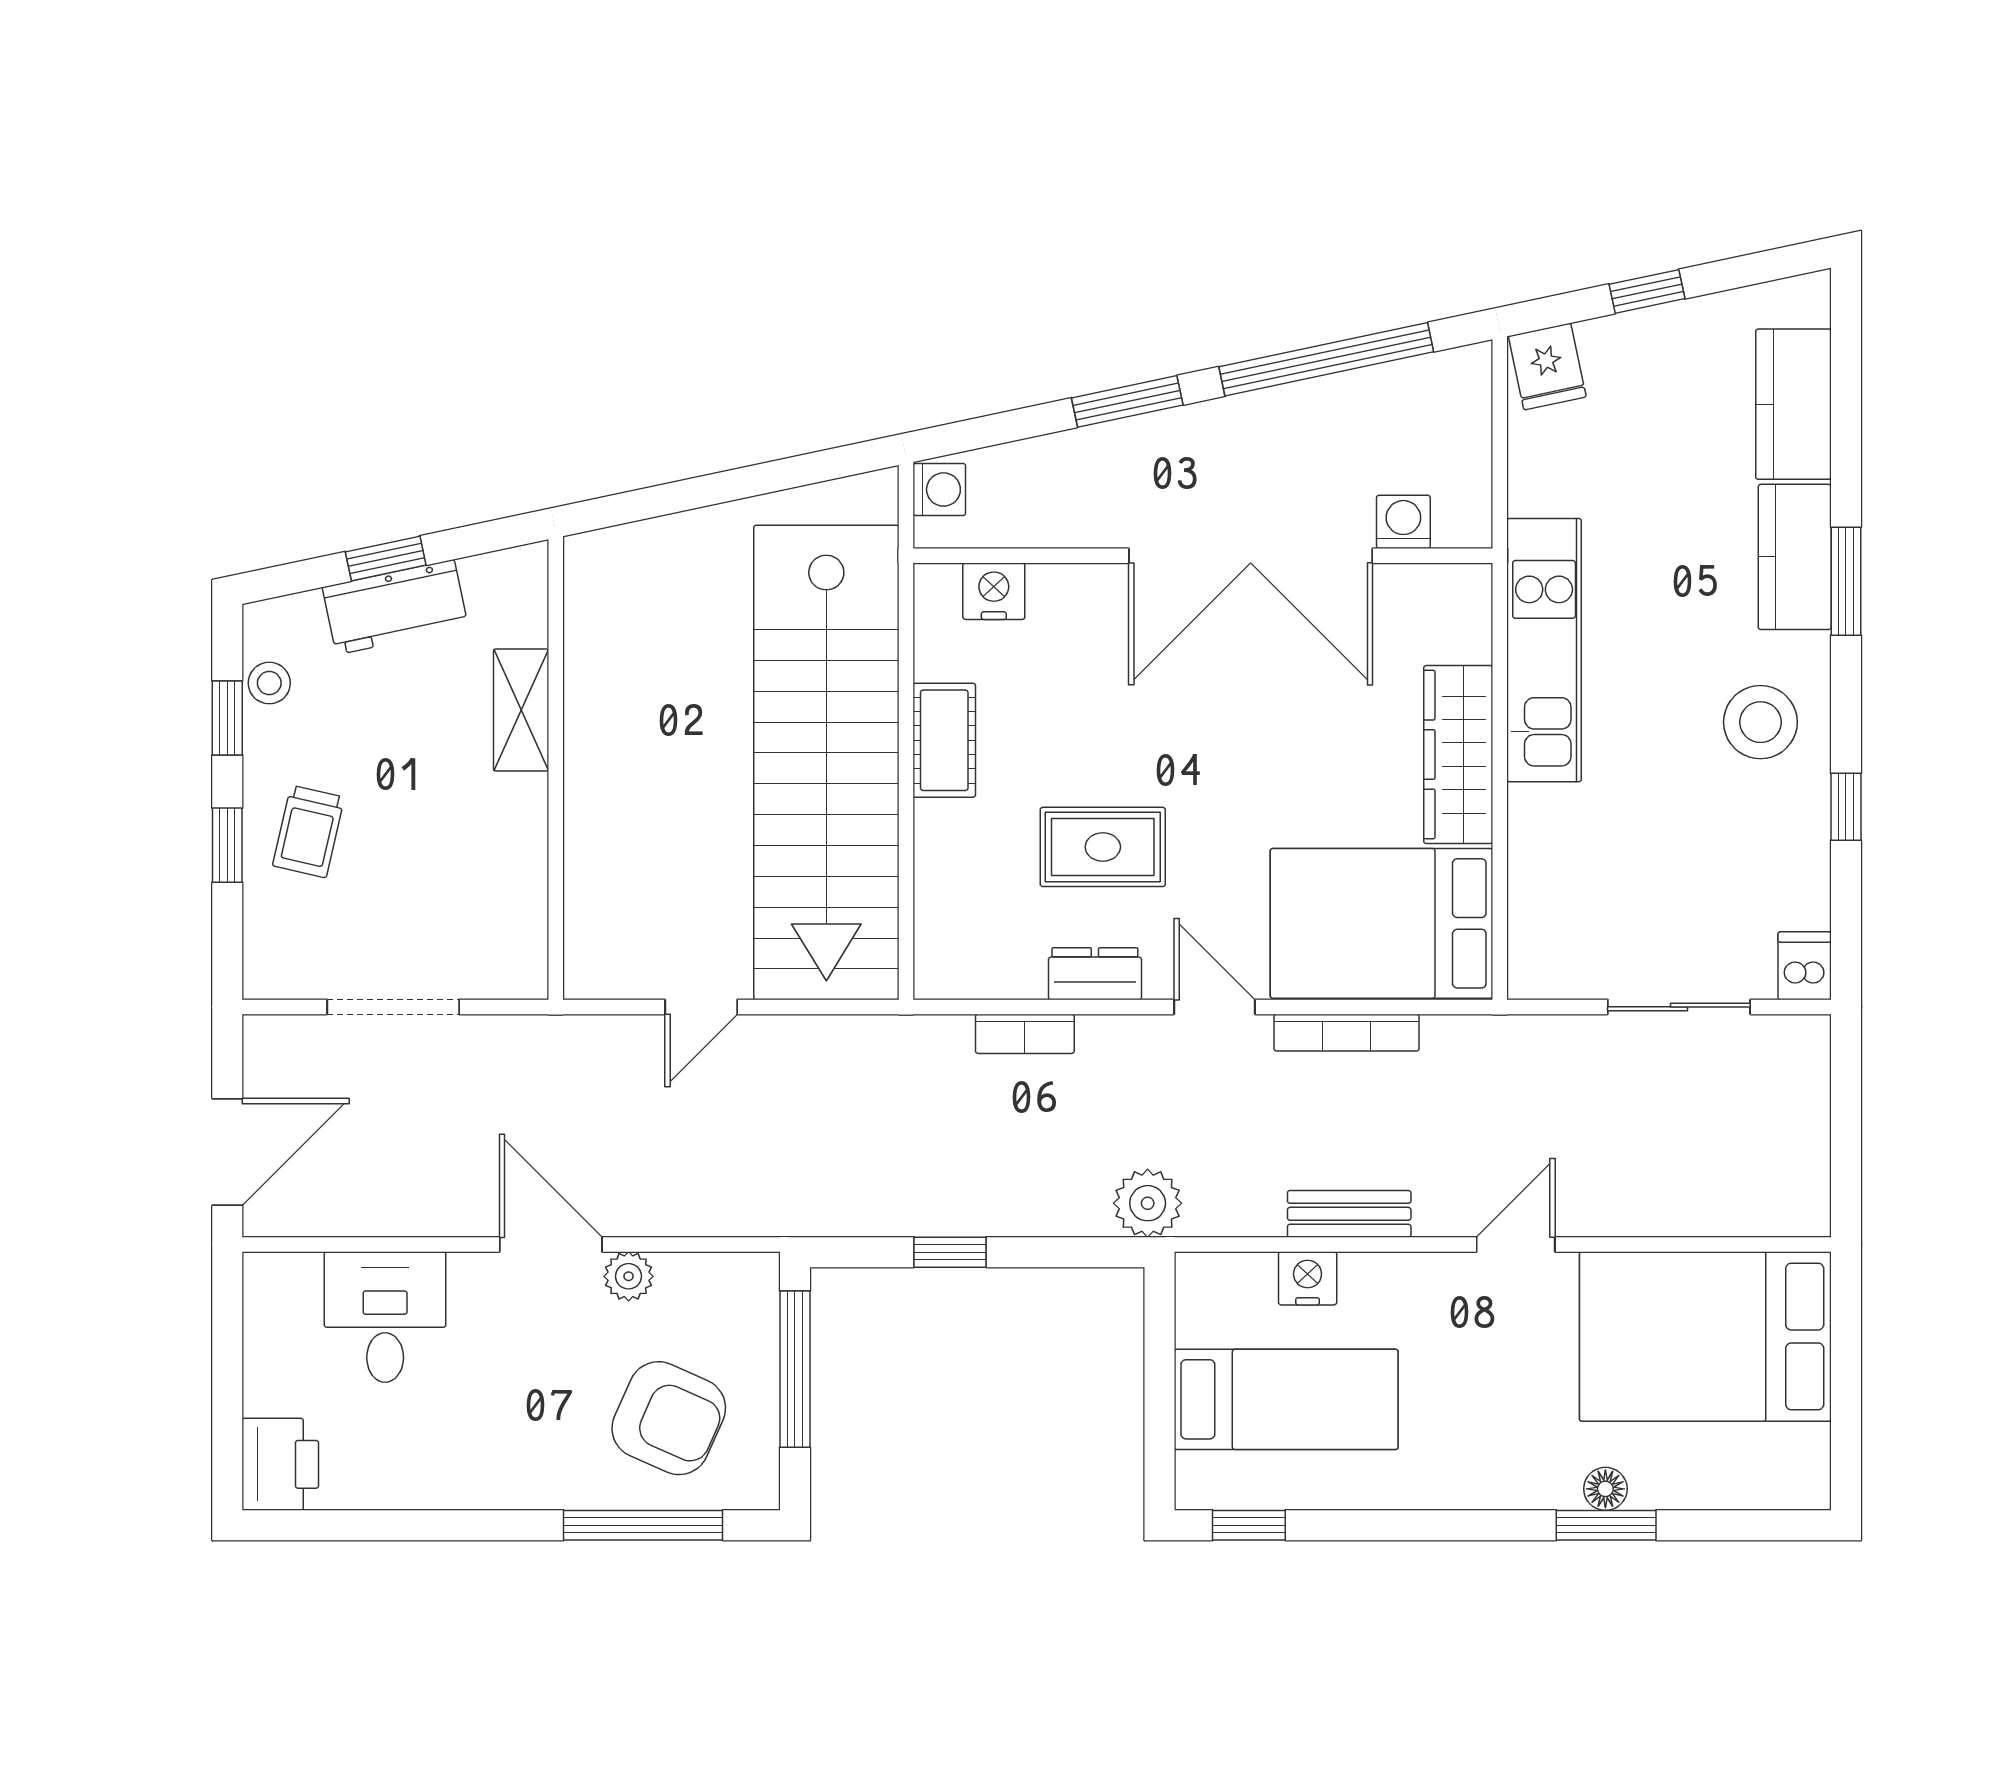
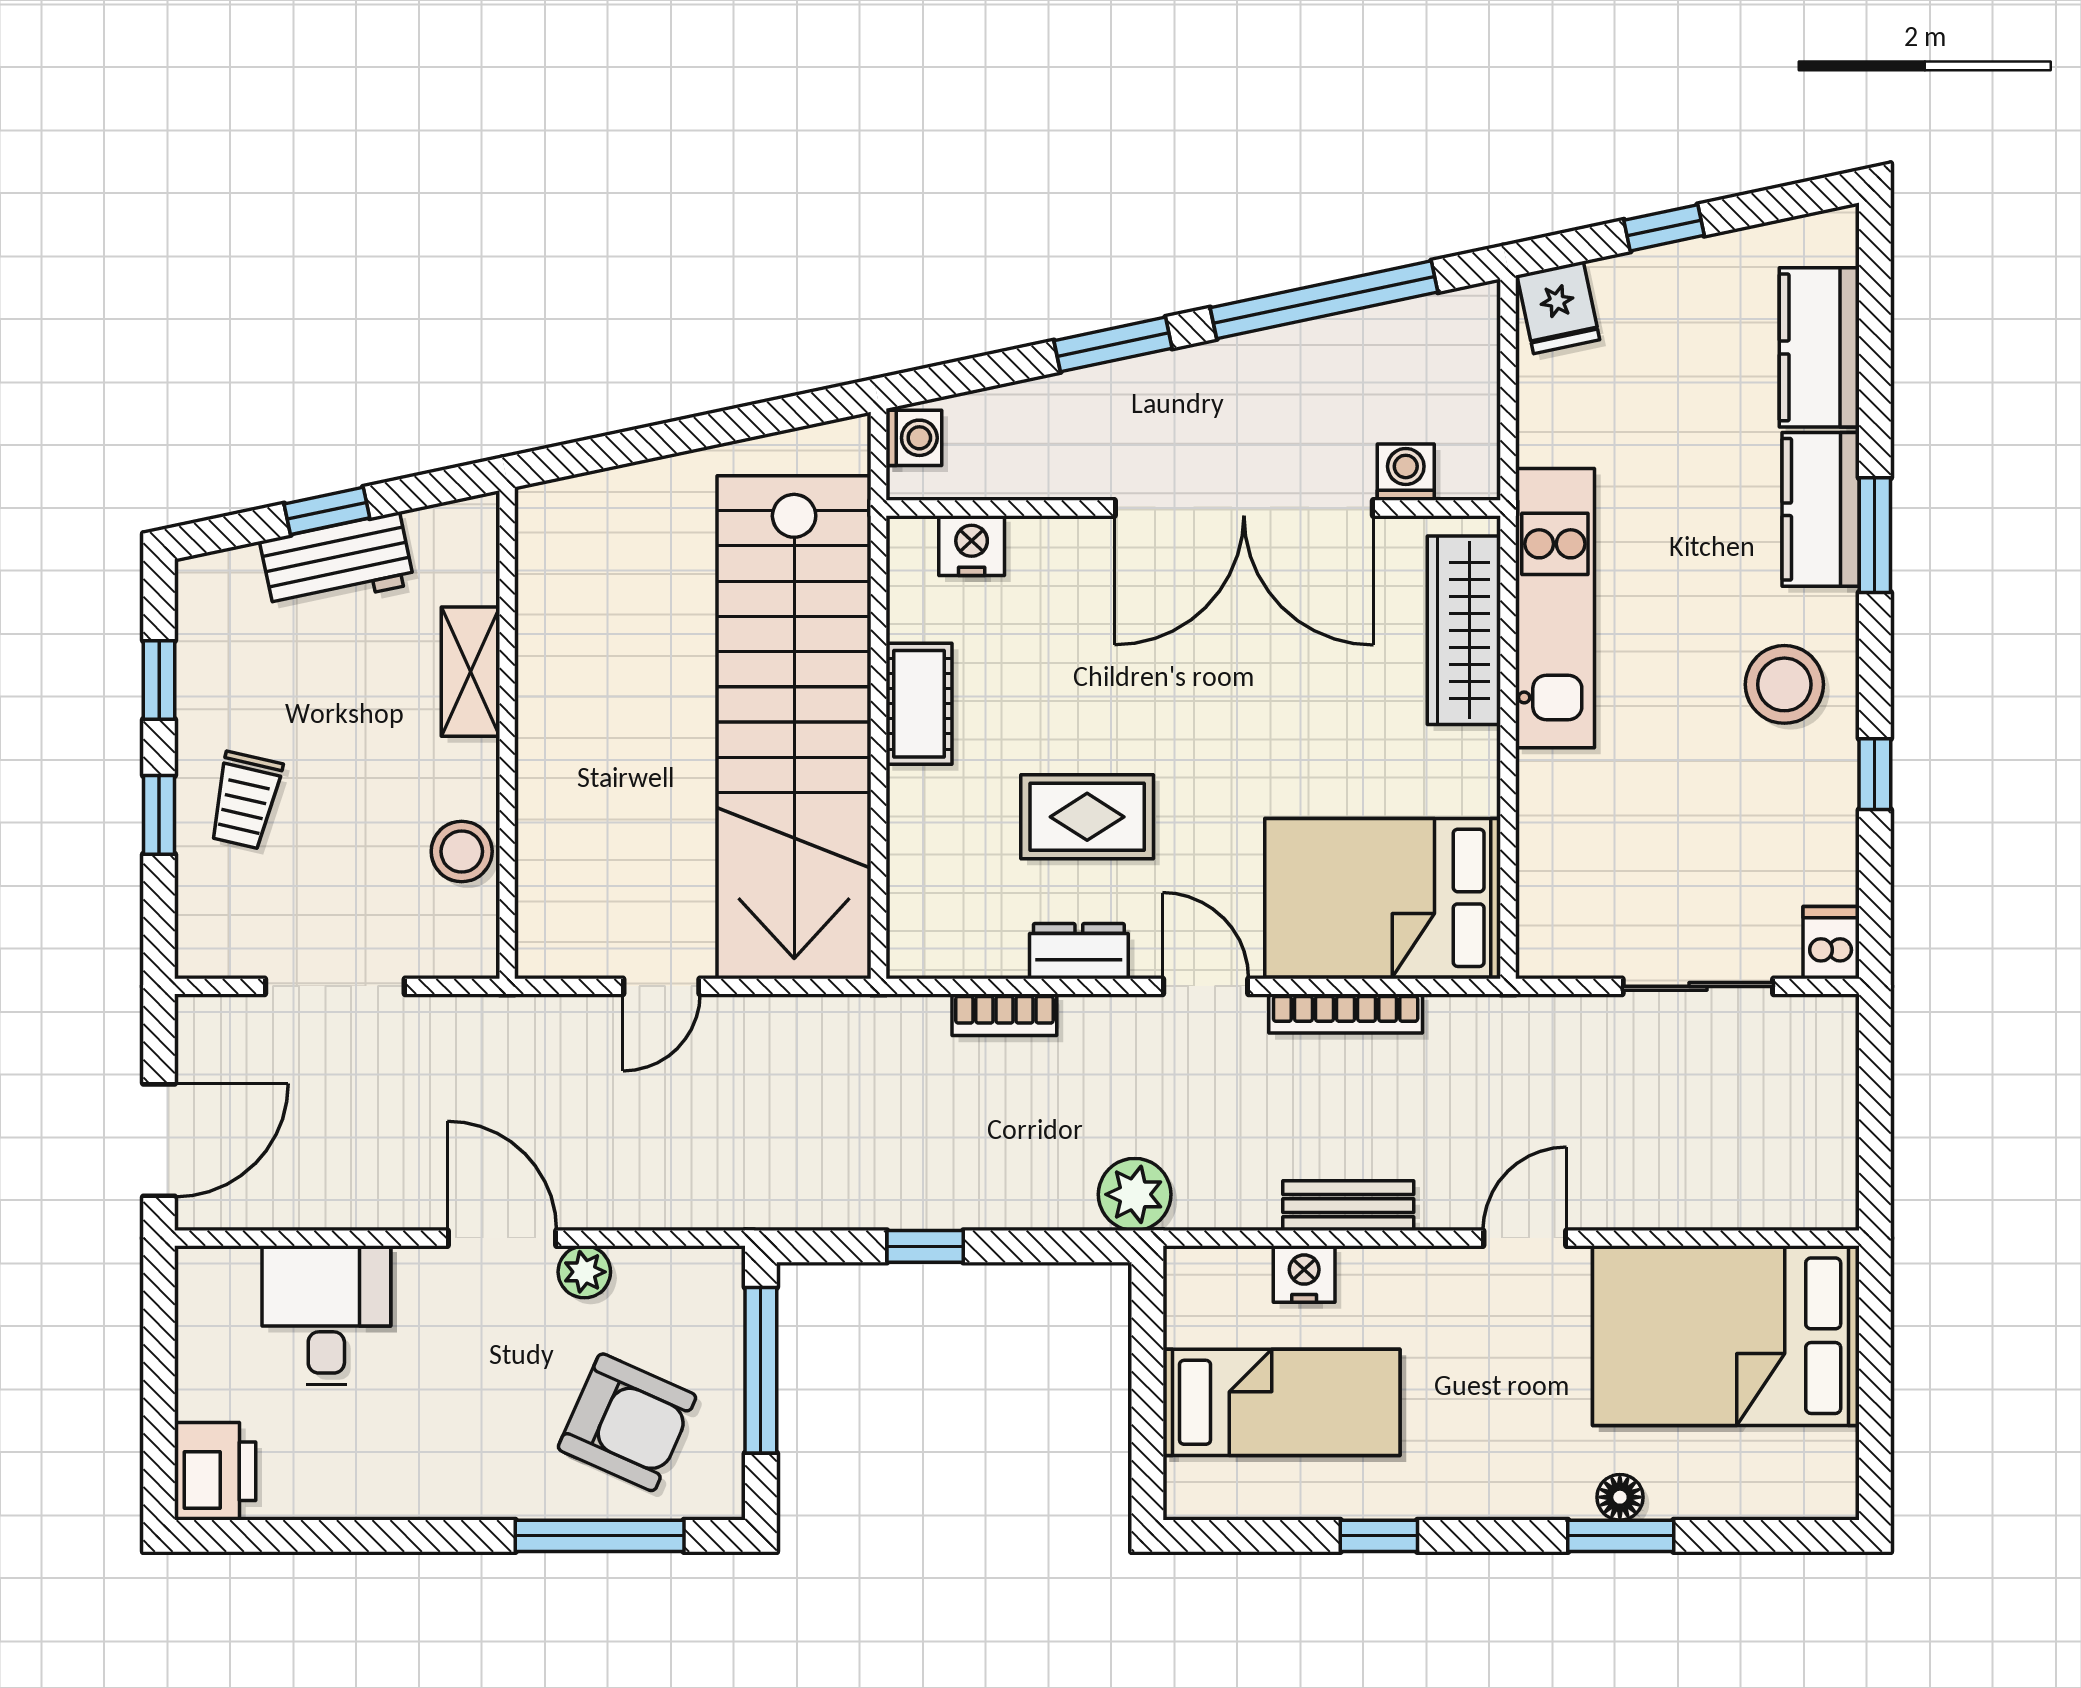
stool: (269, 683) -> (462, 851), moved, width x1.37, depth x1.37
wardrobe: (1458, 755) -> (1464, 630), moved
window: (1249, 1525) -> (1379, 1536), moved

